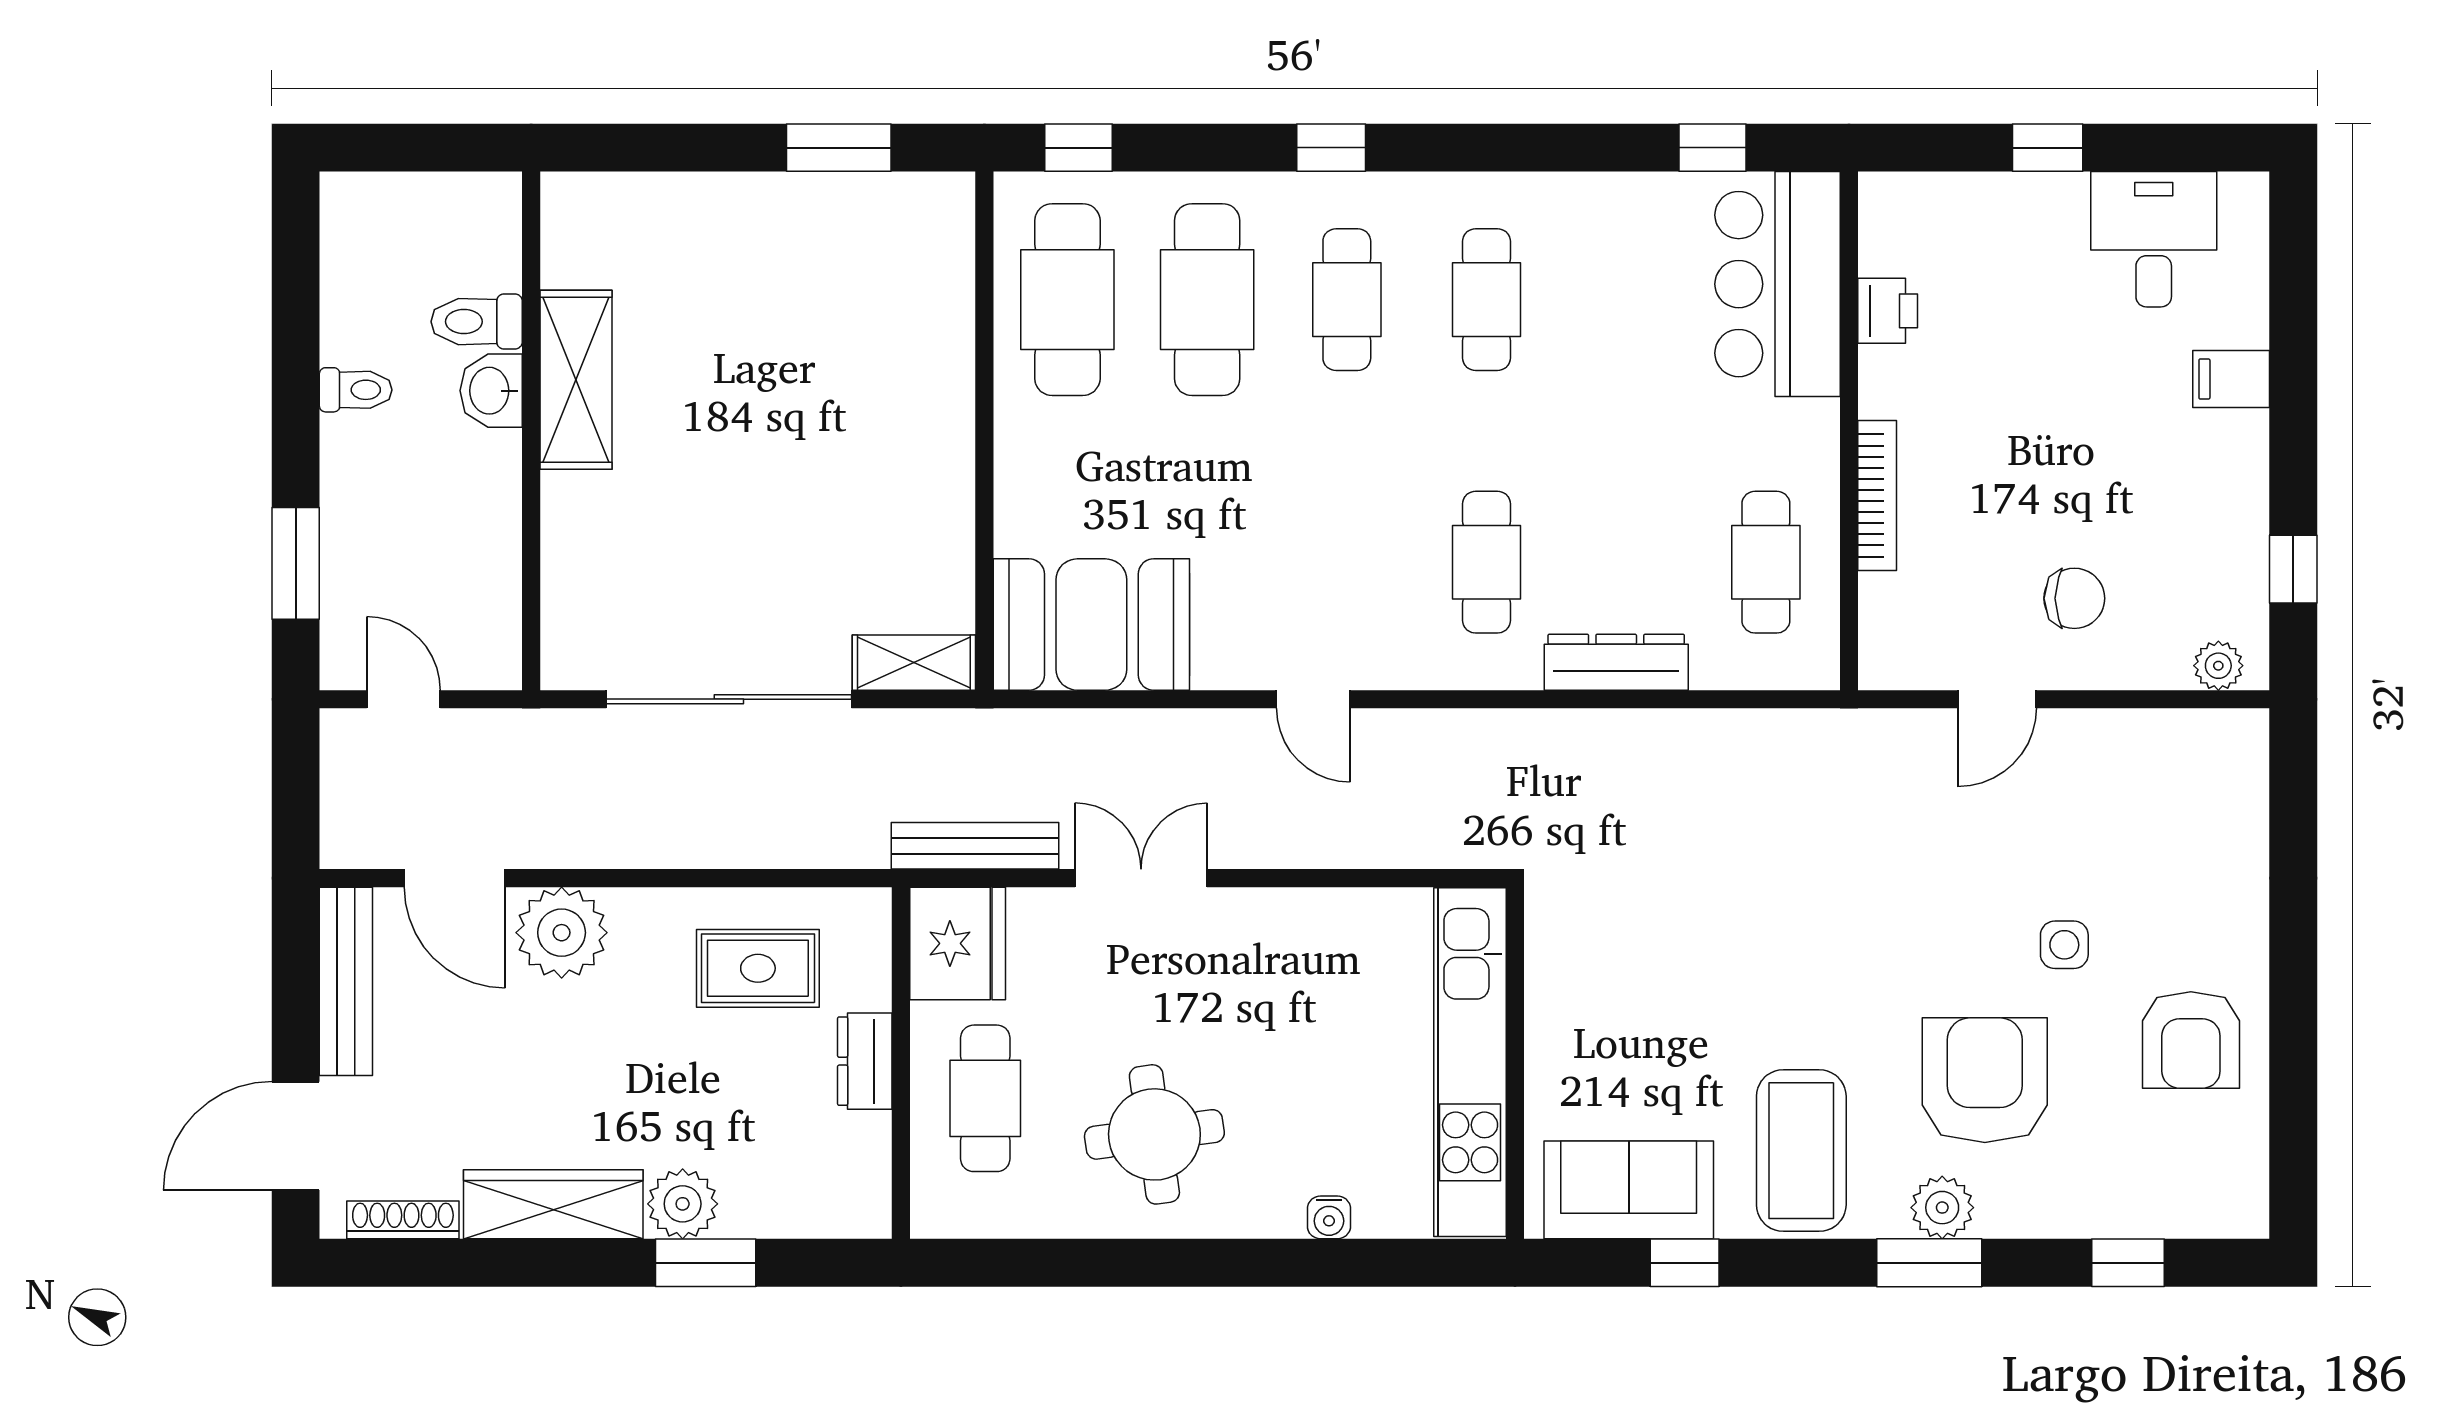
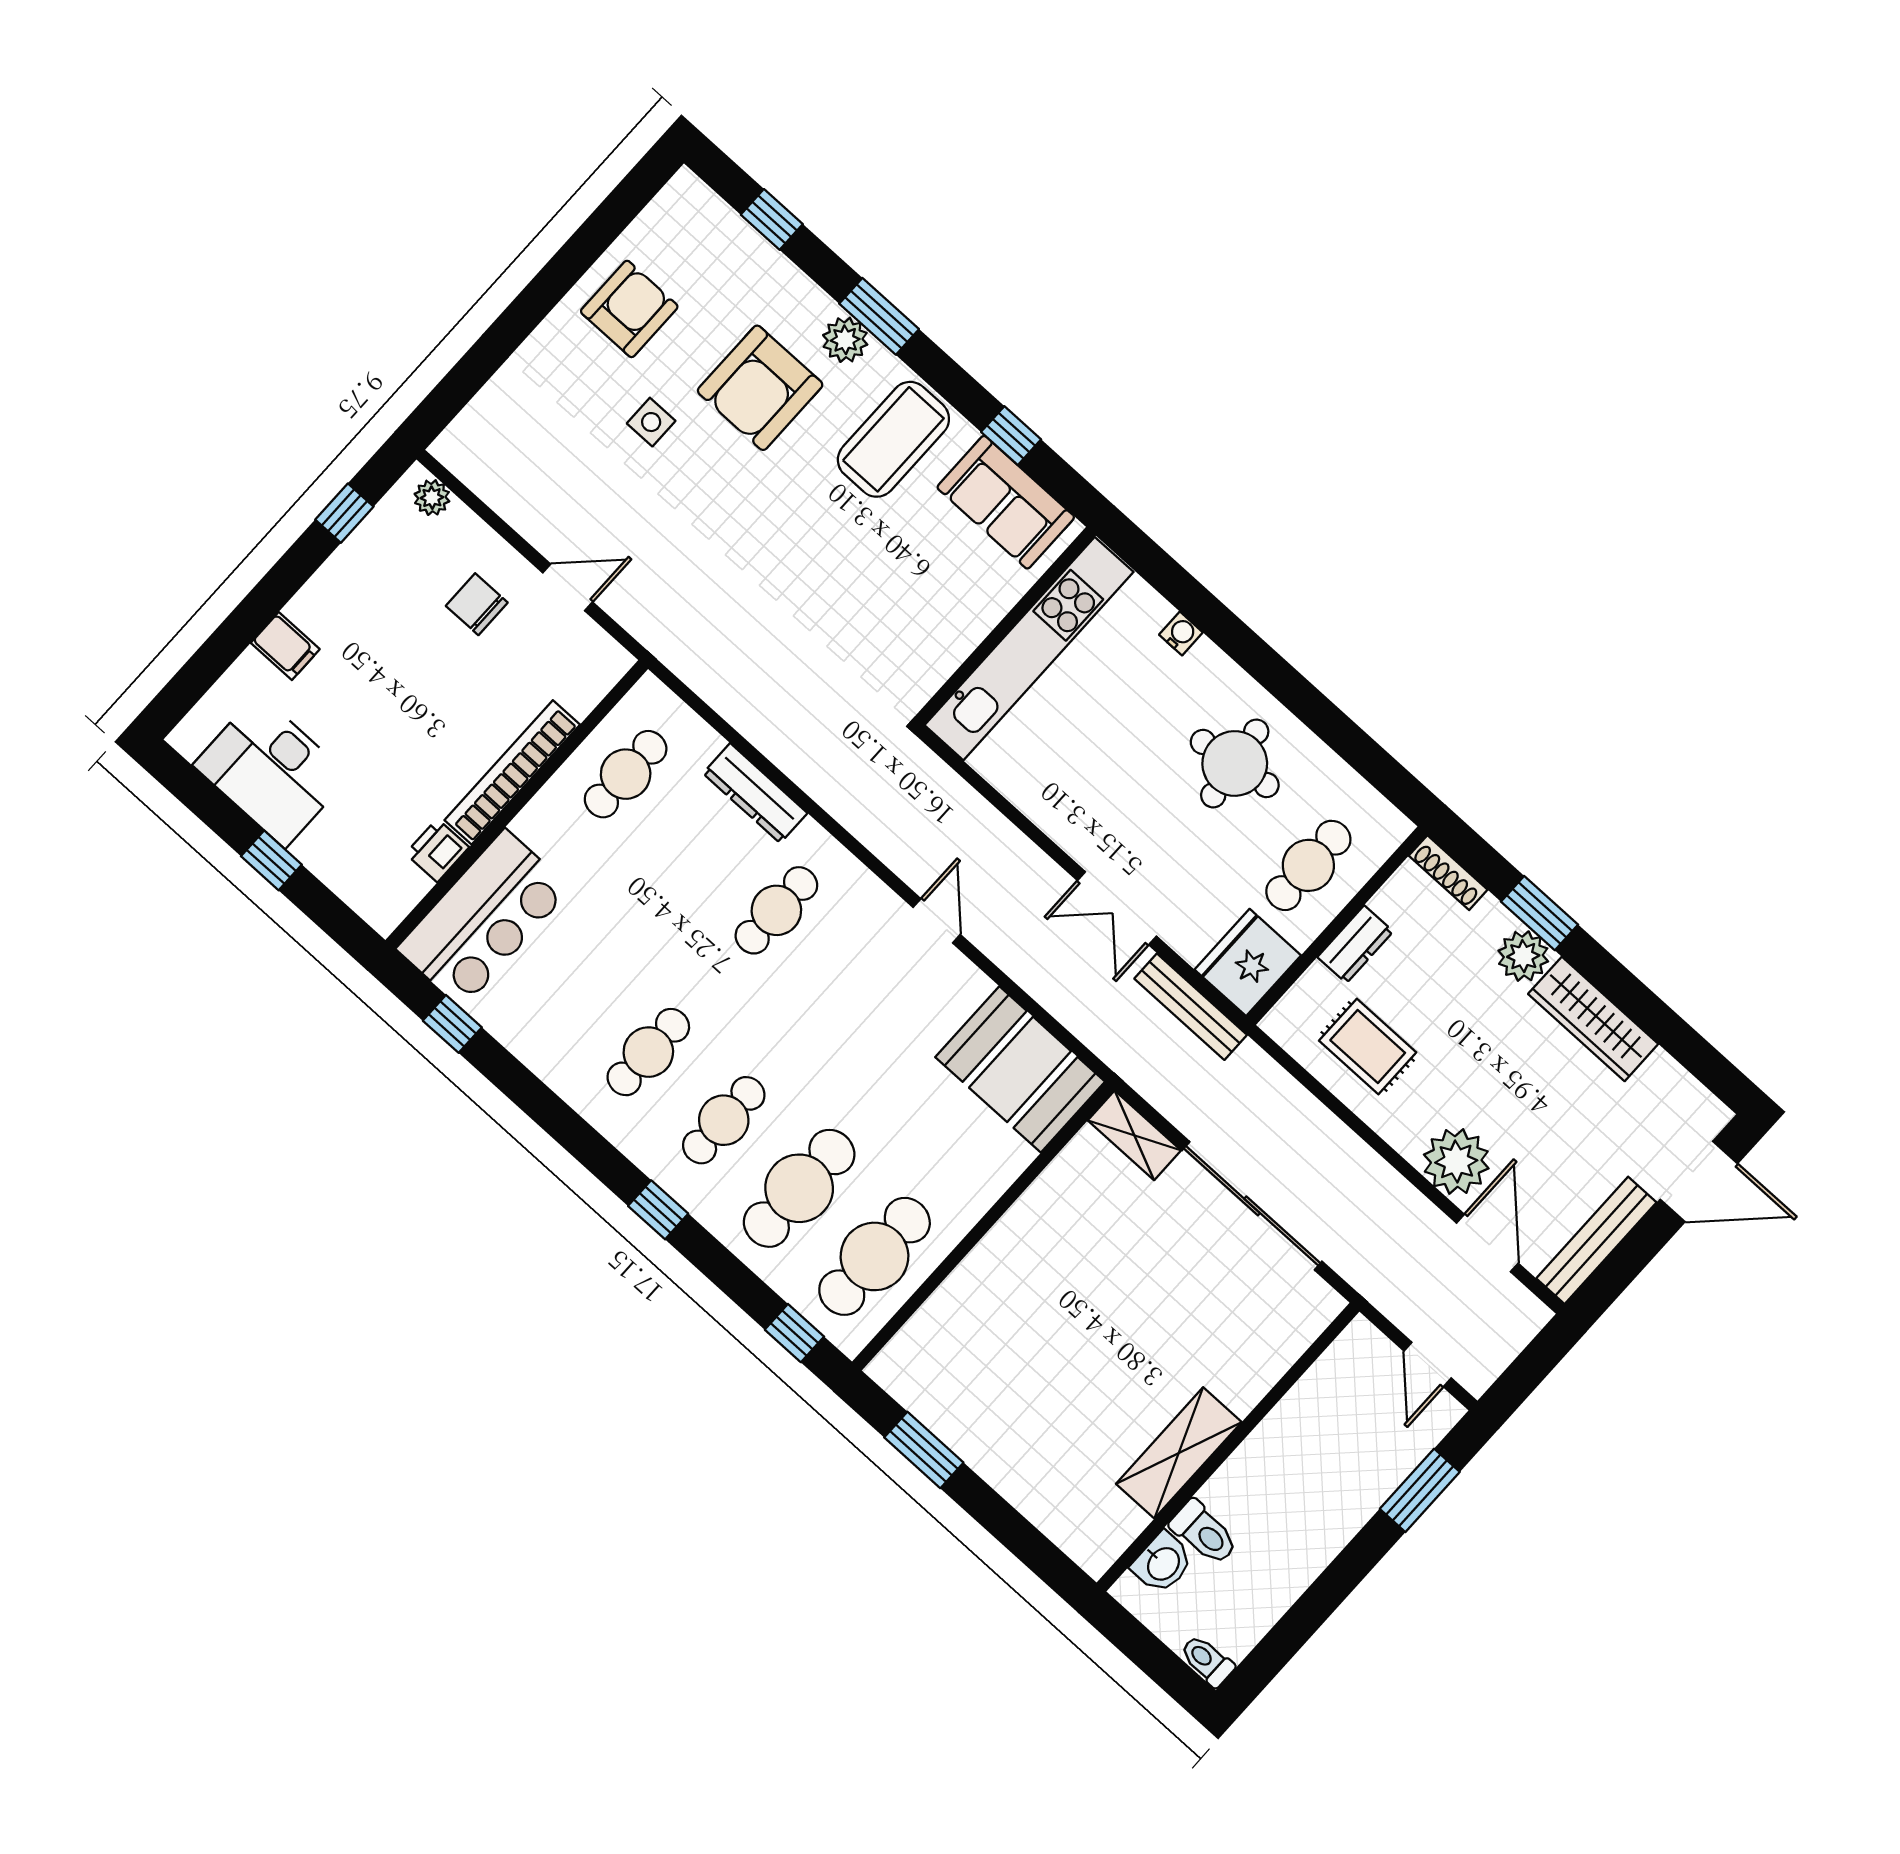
desk: (2154, 239) -> (271, 771), width x1.37
toilet: (356, 390) -> (1207, 1661), moved
washbasin: (491, 391) -> (1163, 1563), moved
bookcase: (1877, 495) -> (512, 772), width x1.48, depth x1.31
shoe rack: (403, 1220) -> (1448, 873), moved

